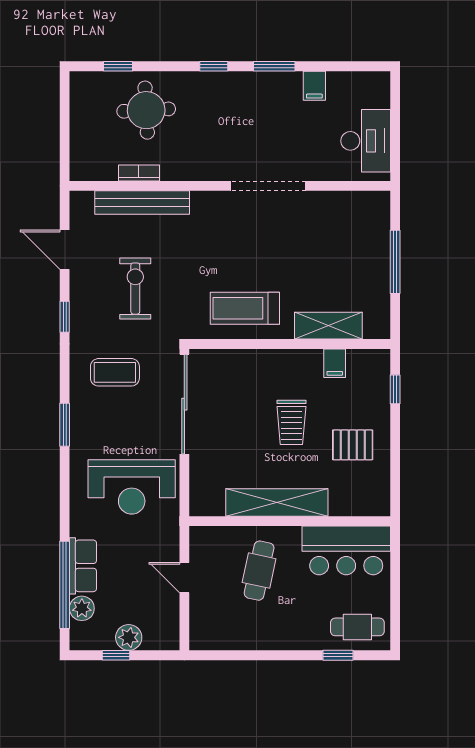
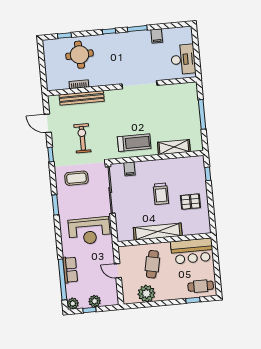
treadmill: (245, 308) -> (134, 143), turned 180
filing cabinet: (335, 363) -> (130, 169), moved
plant: (82, 608) -> (73, 303), moved
plant: (241, 632) -> (146, 294), added

